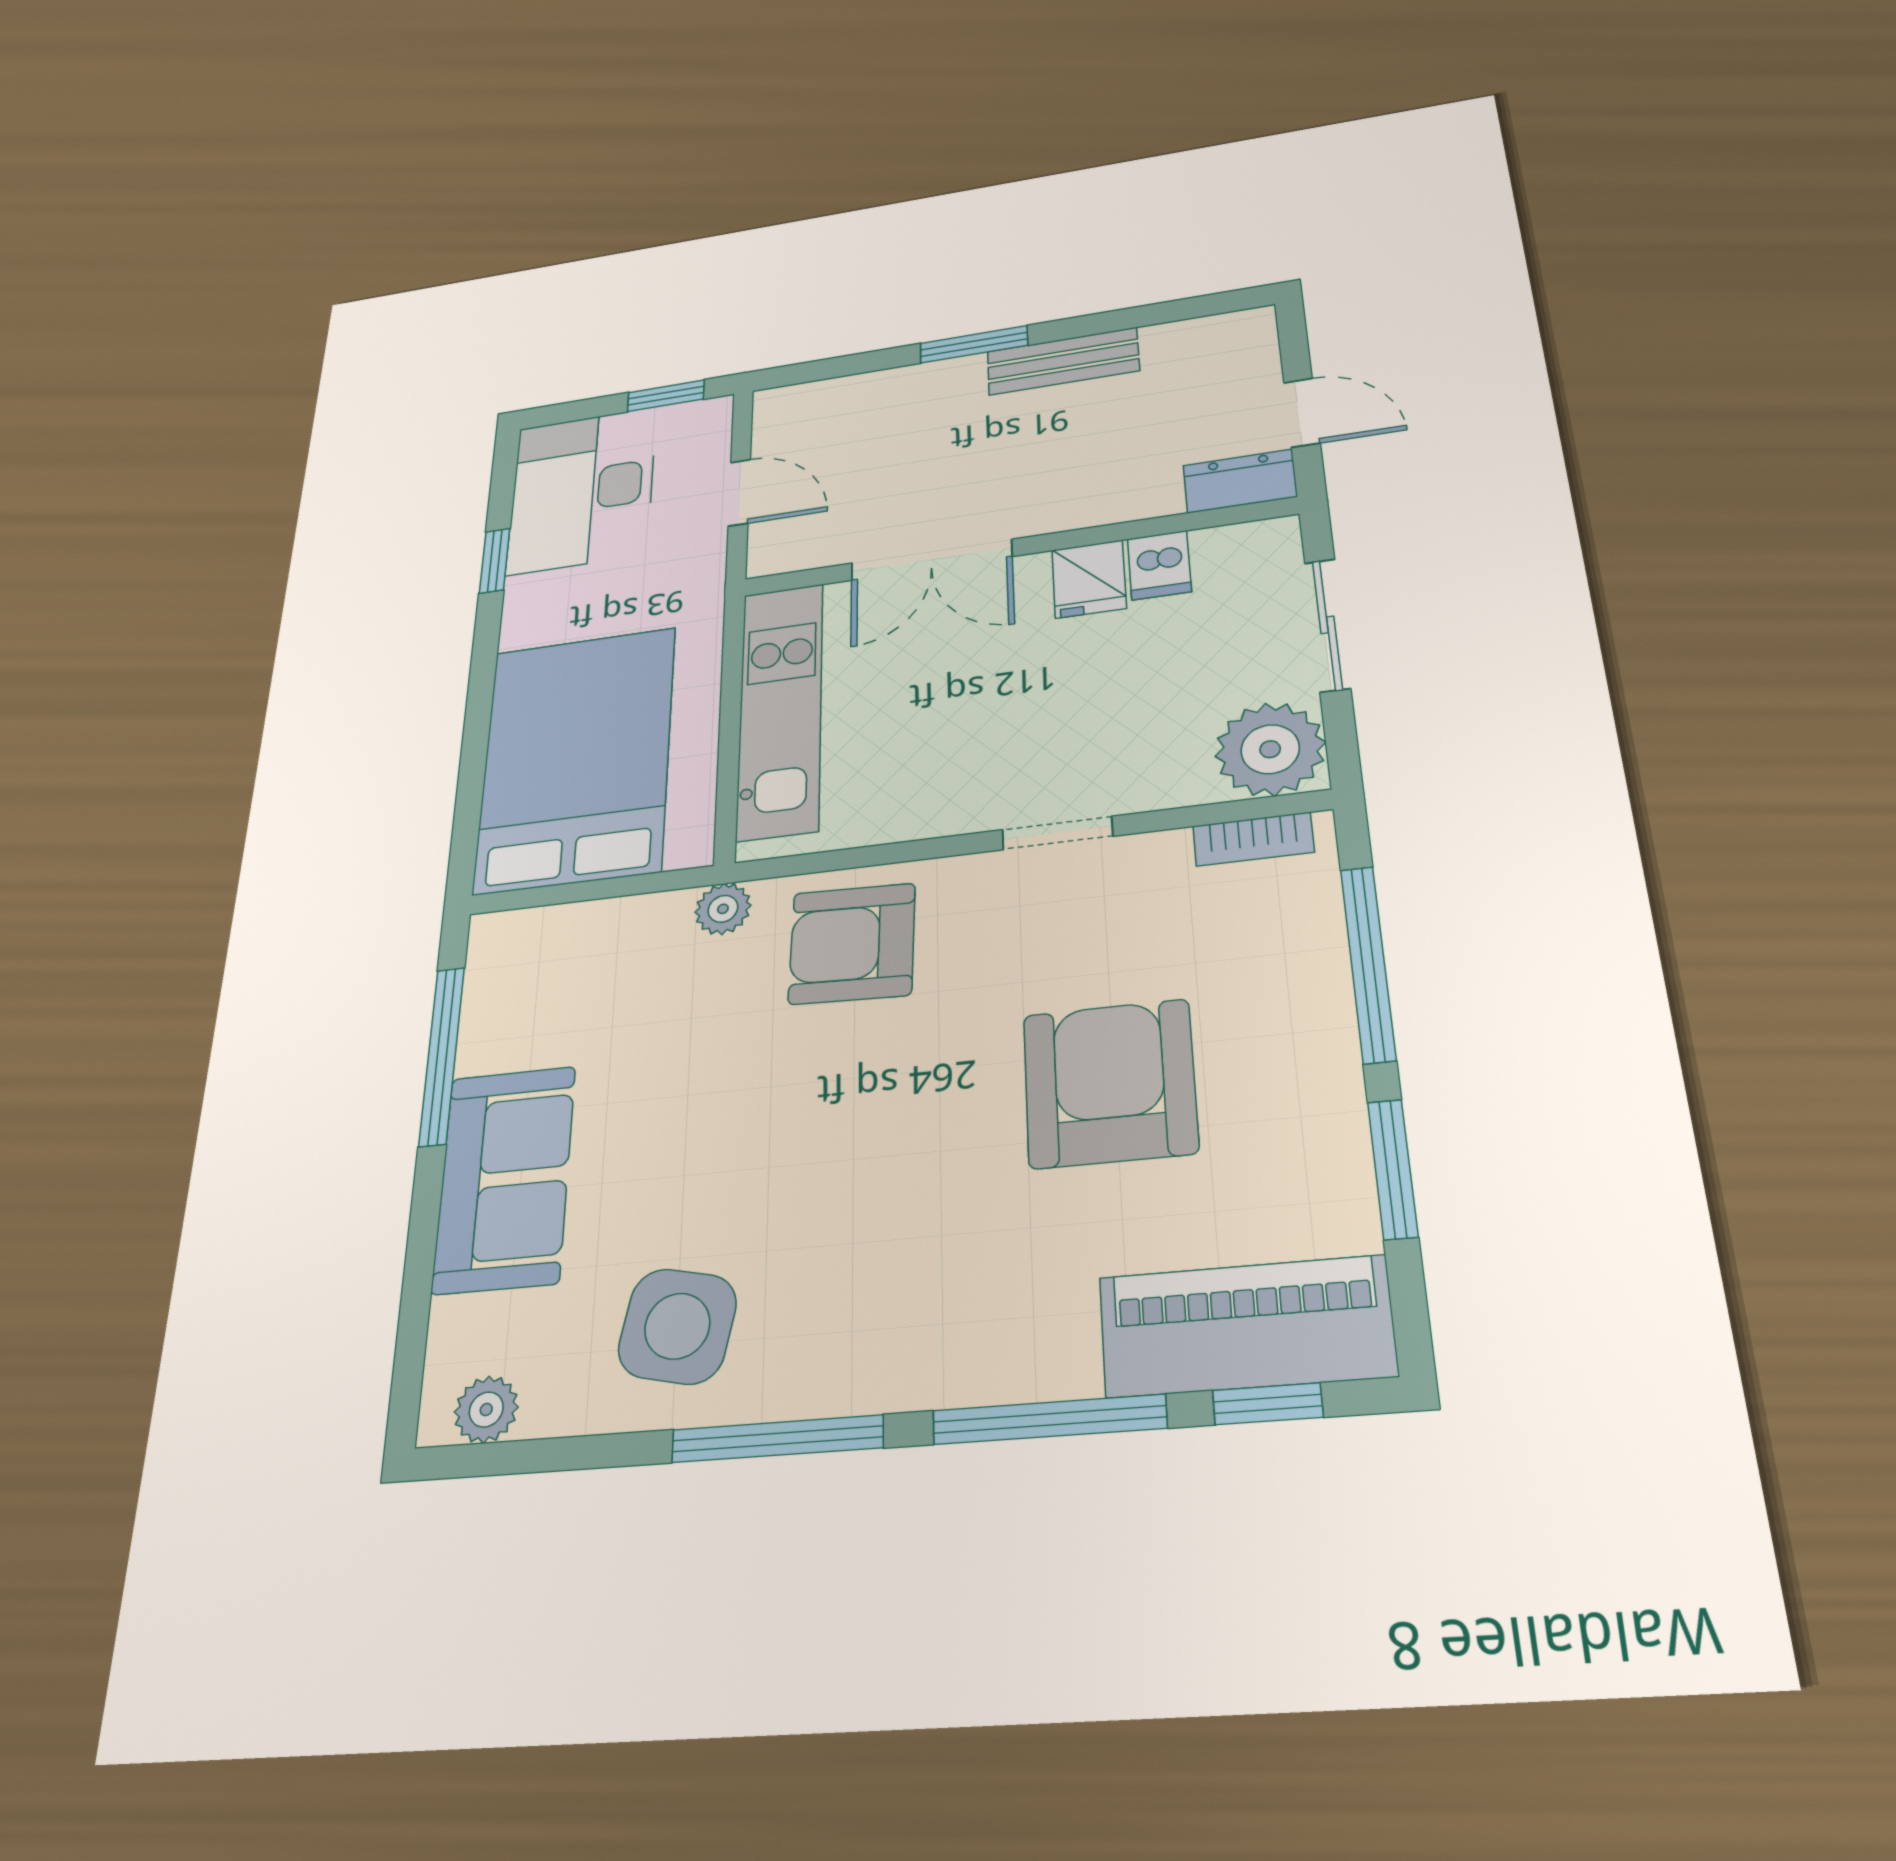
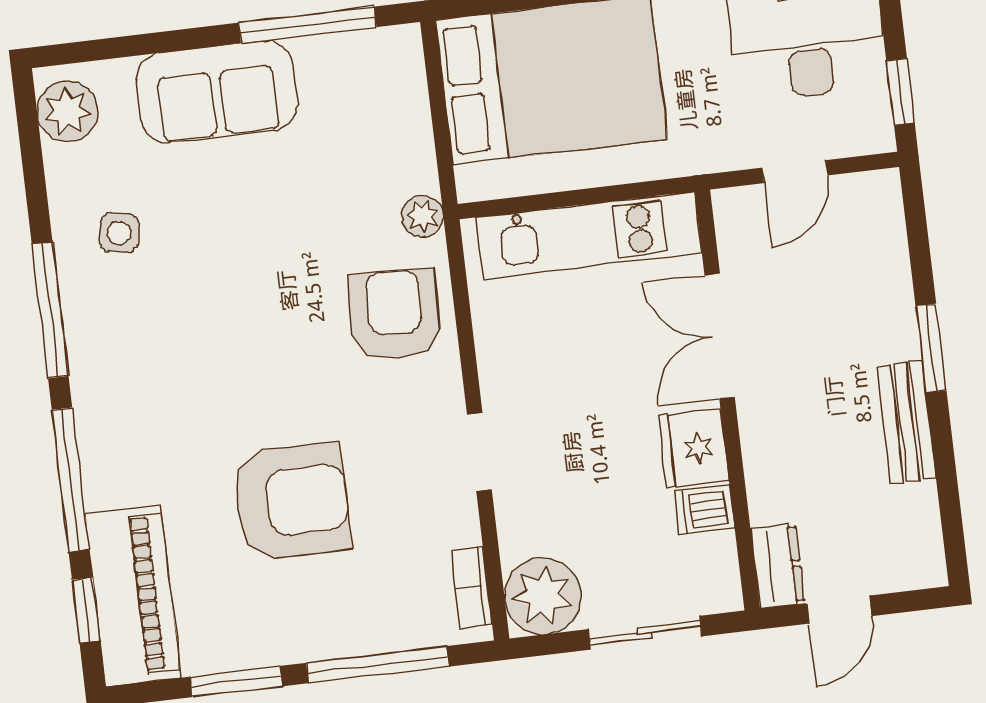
fridge: (1089, 579) -> (694, 448), width x1.38
side table: (677, 1326) -> (119, 233), width x0.54, depth x0.54
plant: (486, 1410) -> (67, 111), width x1.38, depth x1.38

